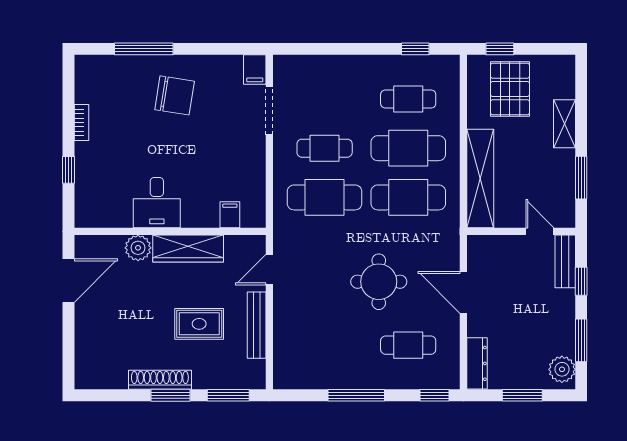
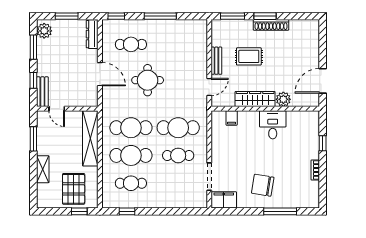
filing cabinet: (255, 69) -> (224, 200), width x2.00
bench: (257, 325) -> (216, 61), width x0.73

